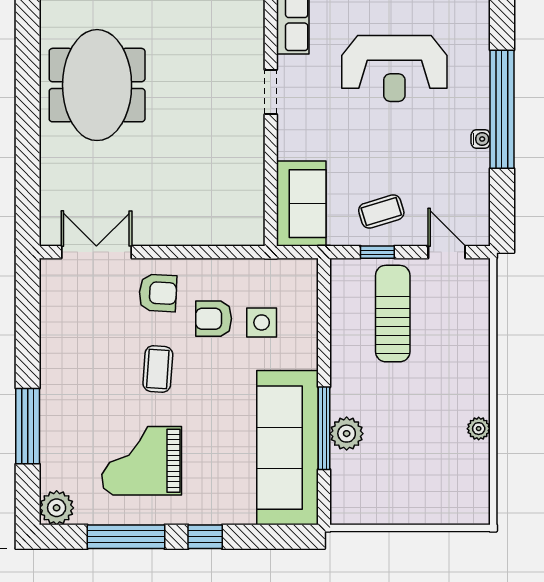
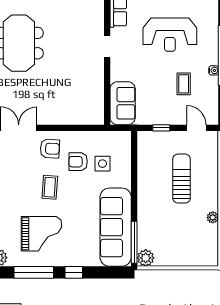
coffee table: (381, 212) -> (184, 84), moved, turned -73
sun lounger: (393, 314) -> (182, 179), moved
window: (324, 428) -> (134, 242), moved
plant: (347, 434) -> (146, 258), moved
grand piano: (142, 461) -> (42, 234), turned 180

